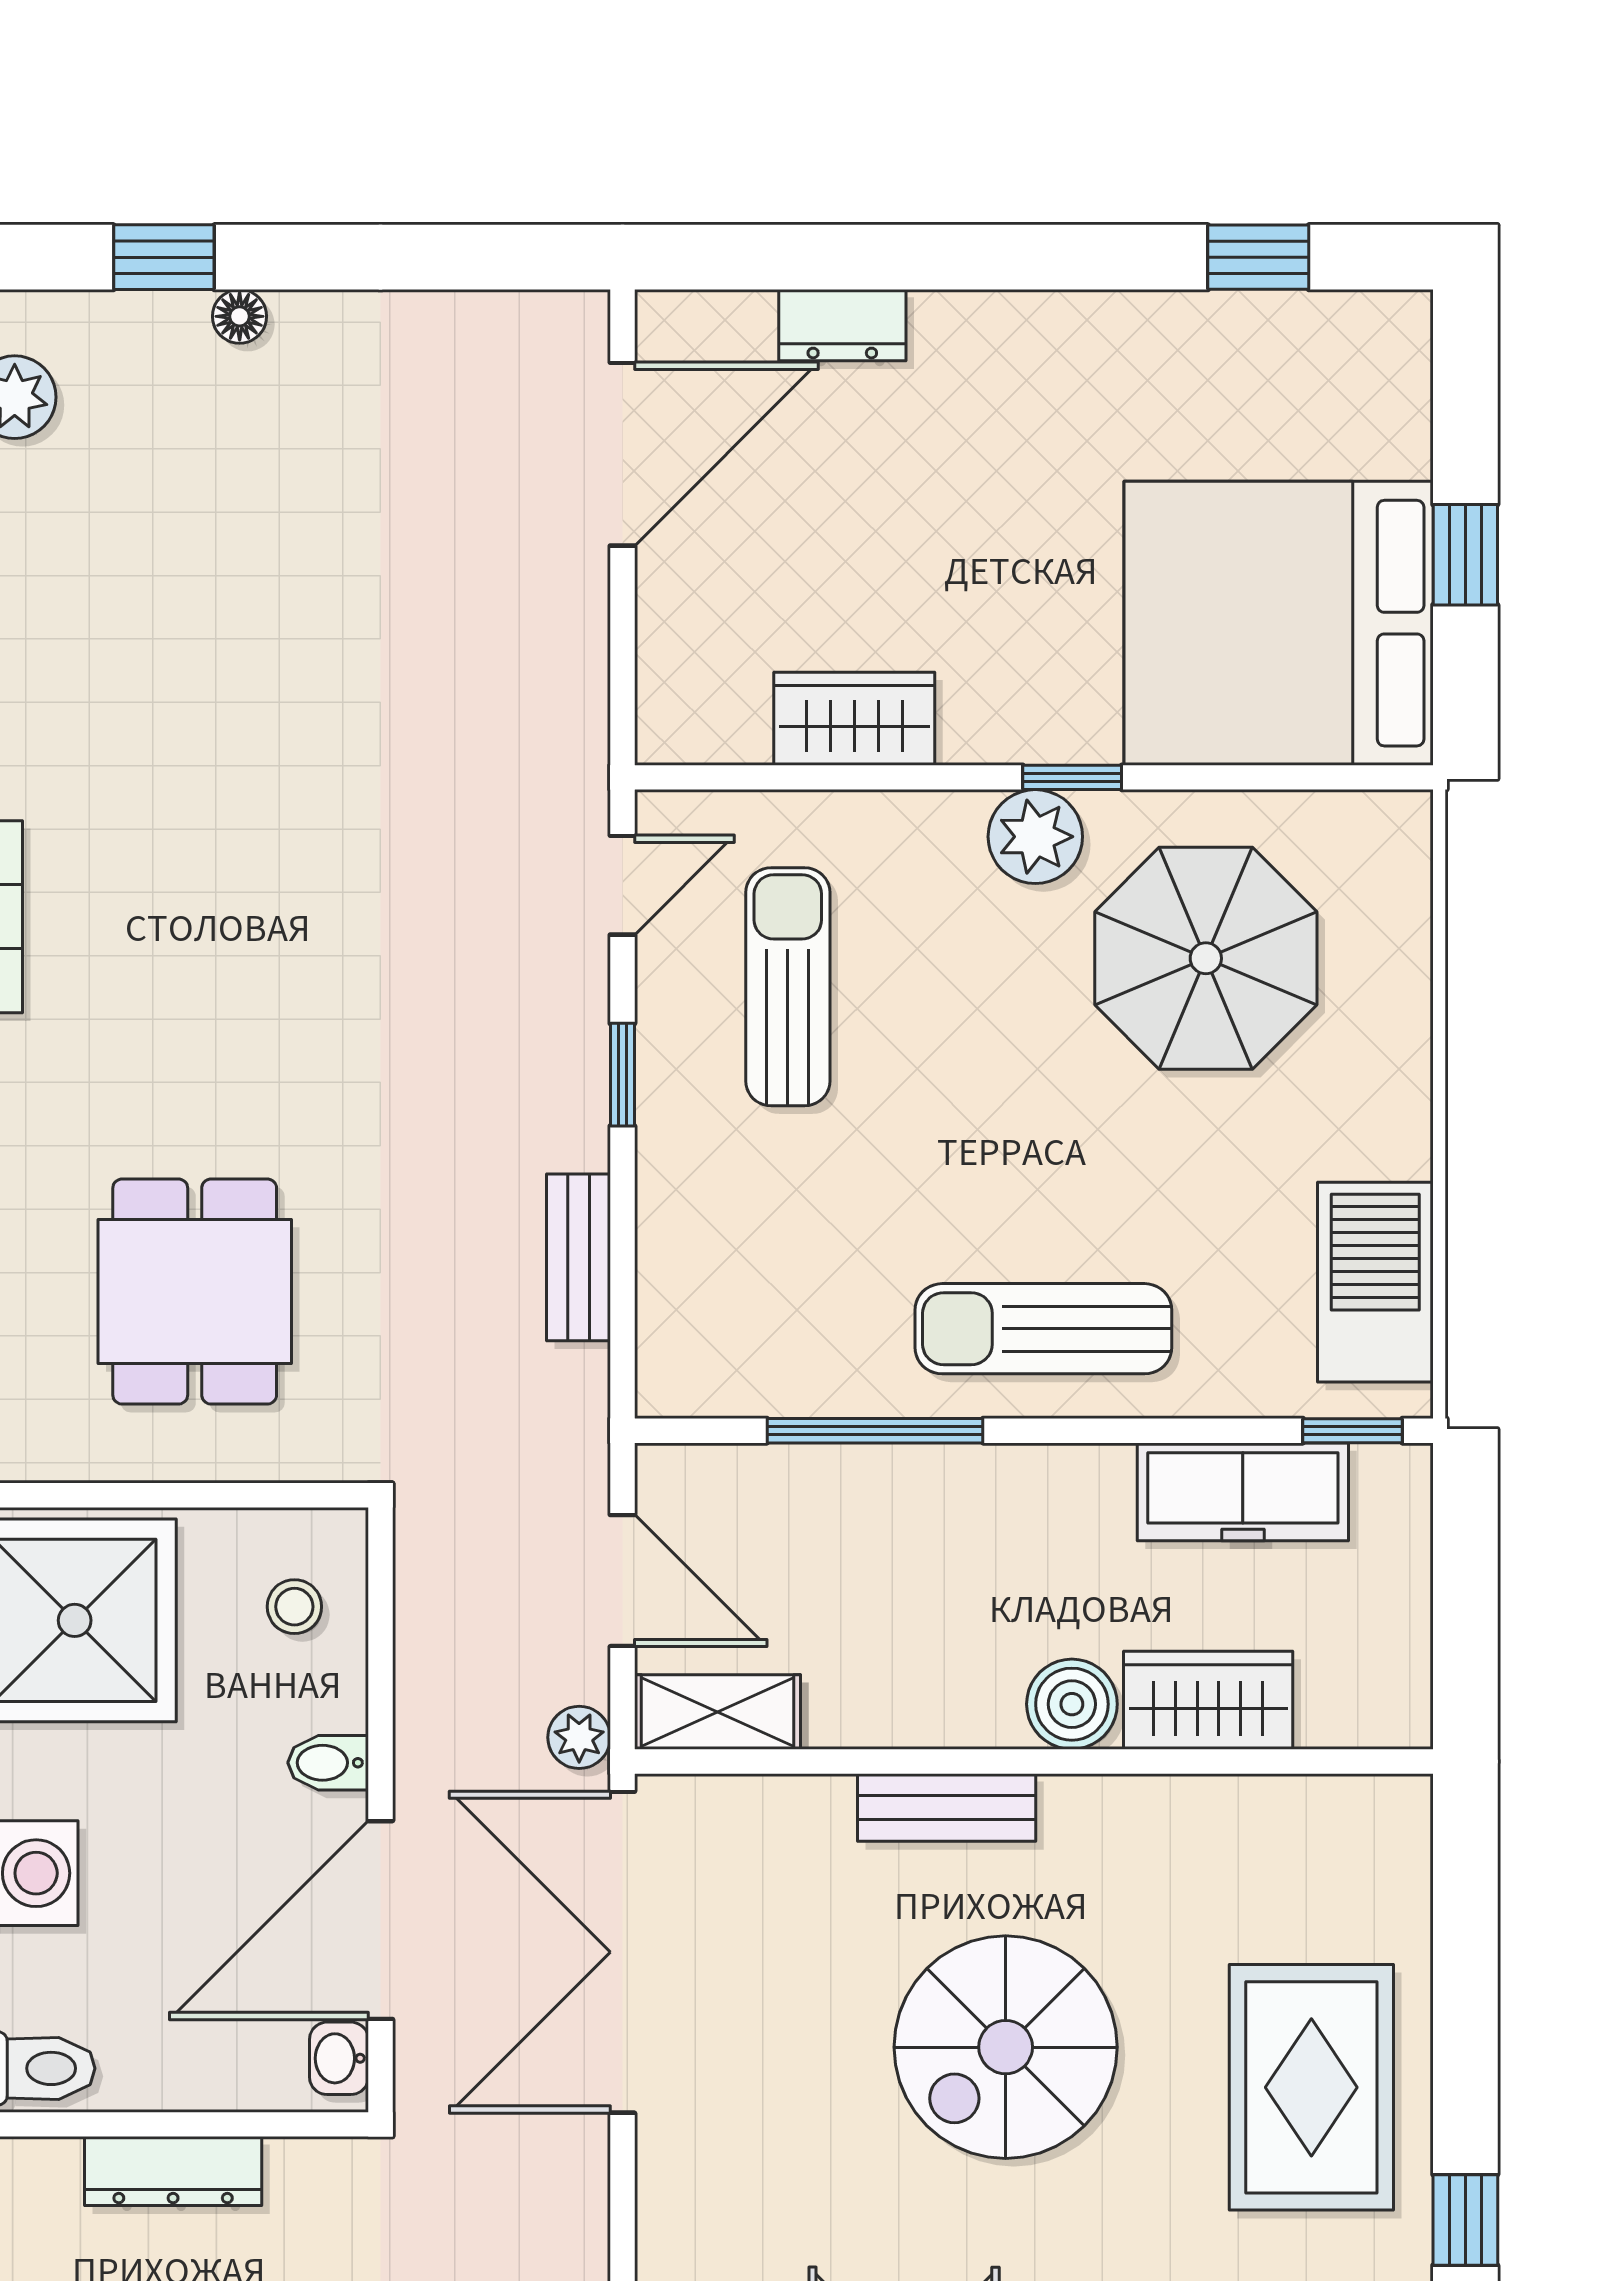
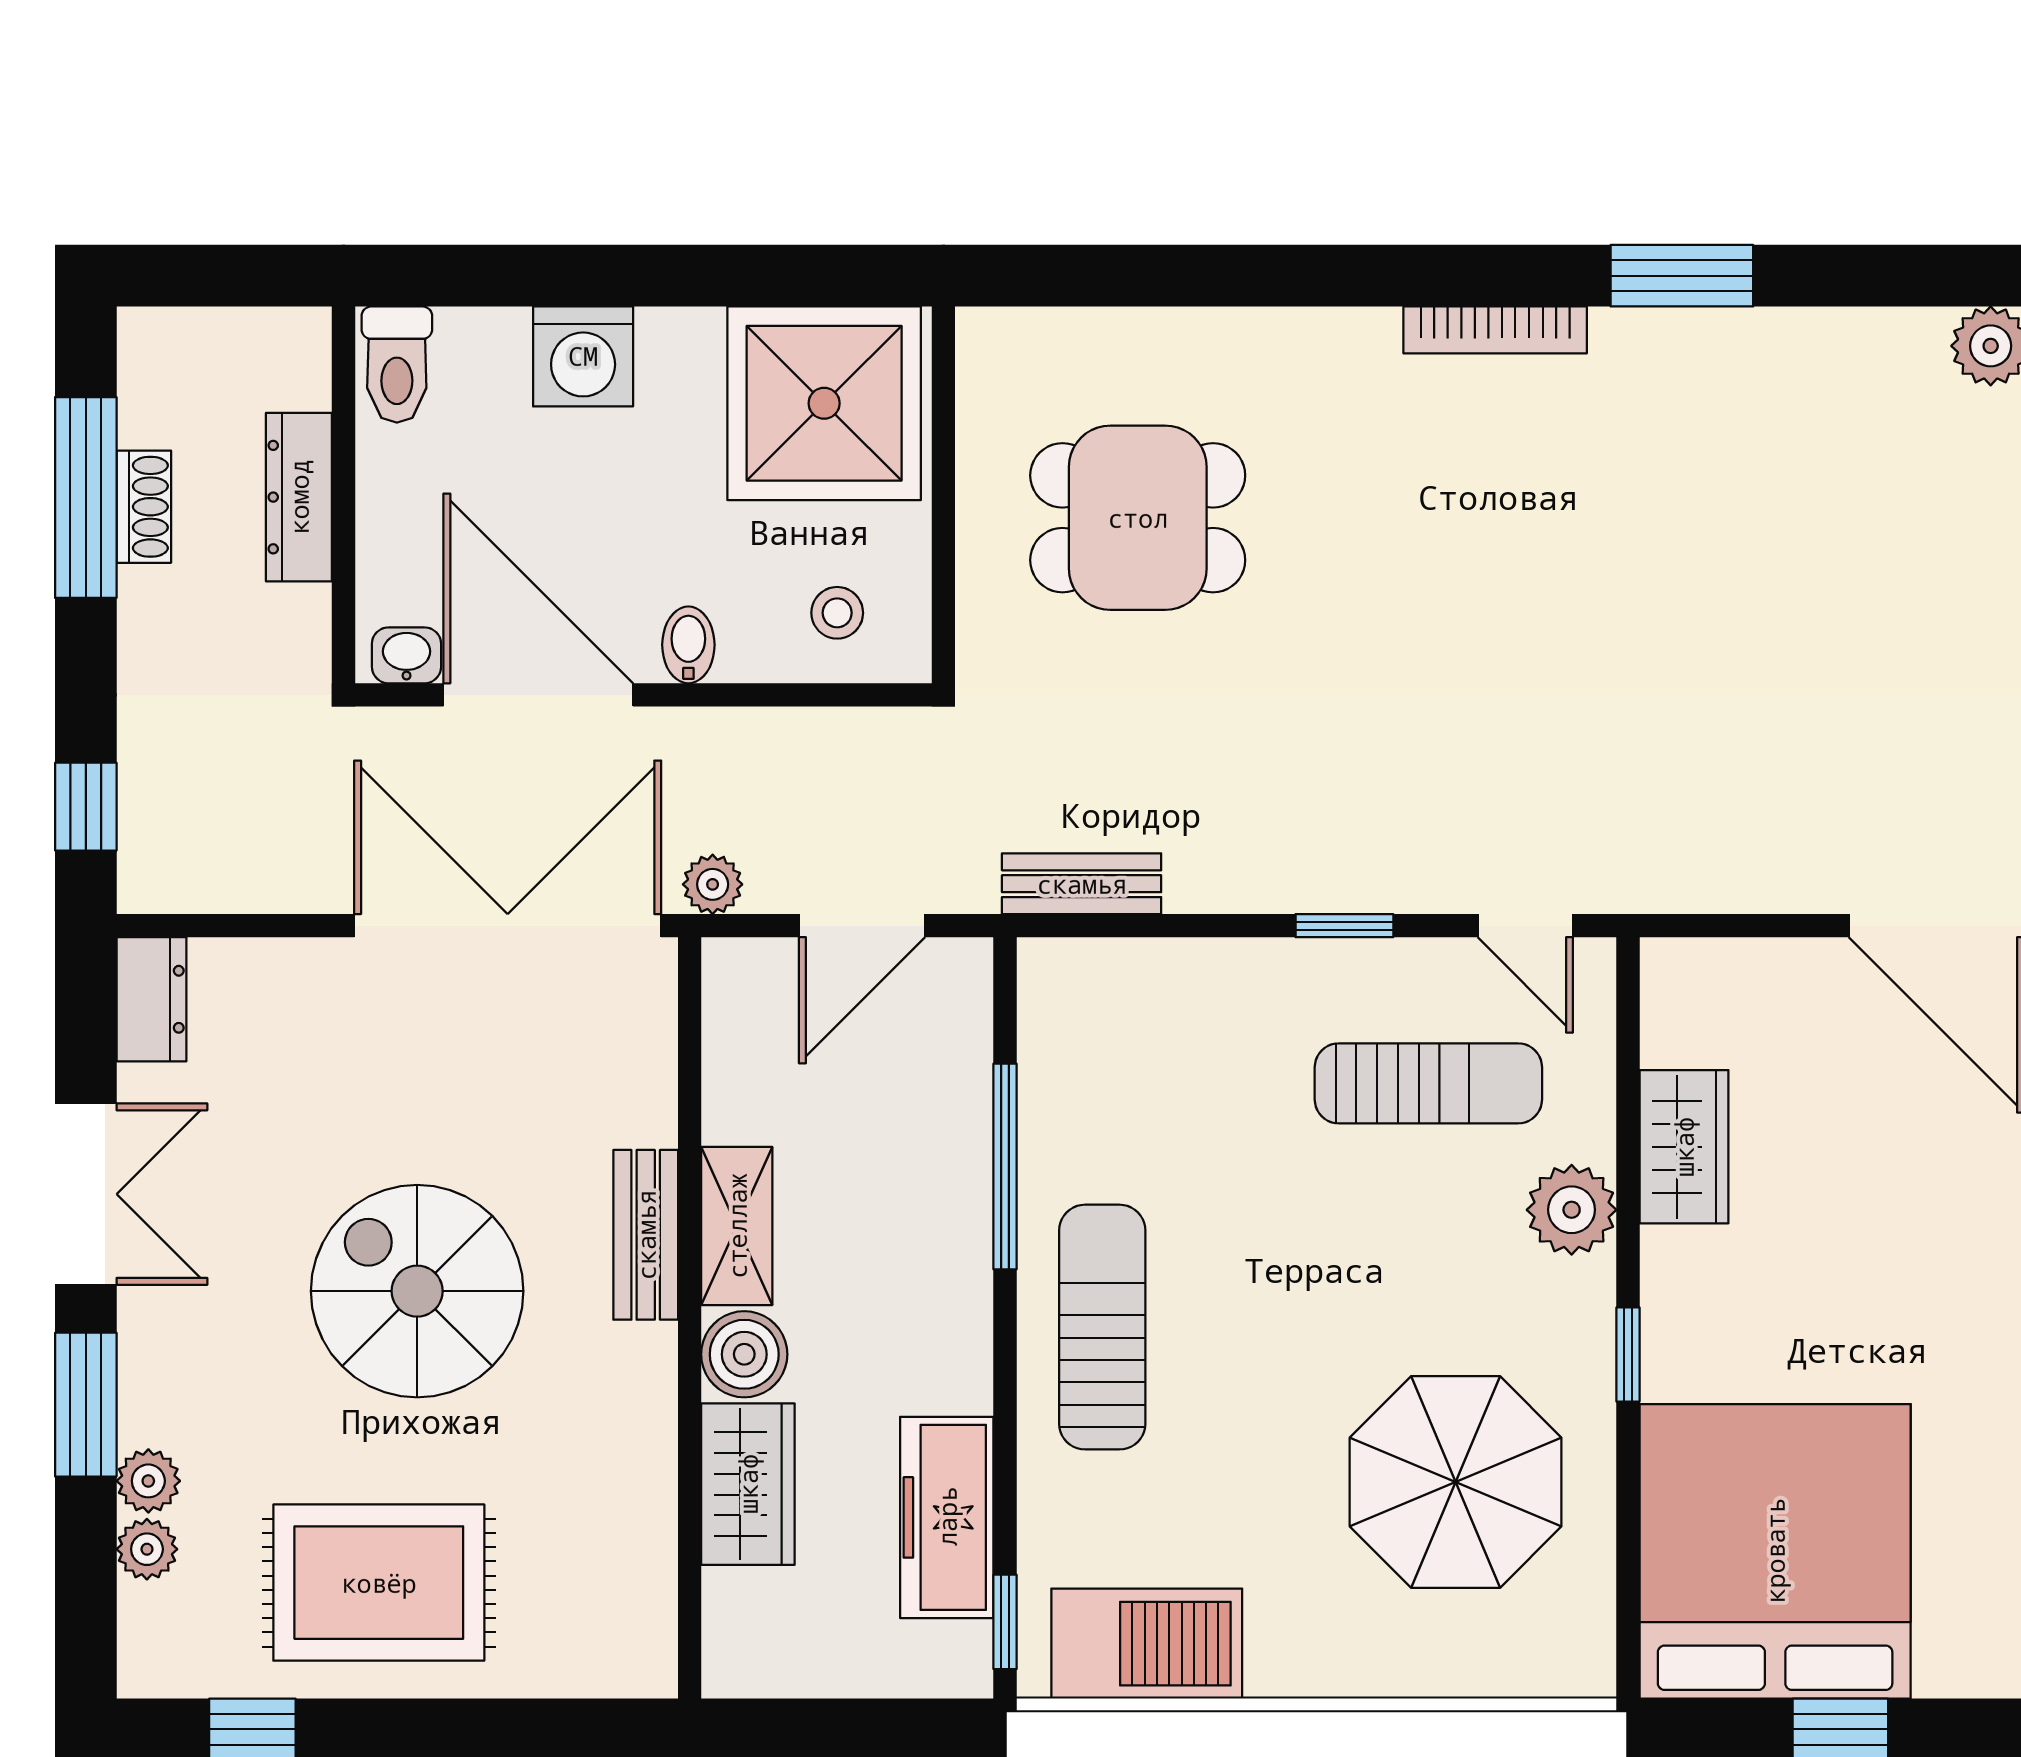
plant: (1035, 837) -> (1572, 1210), moved
bench: (578, 1257) -> (1082, 884), moved
shelving: (717, 1712) -> (737, 1226), moved

